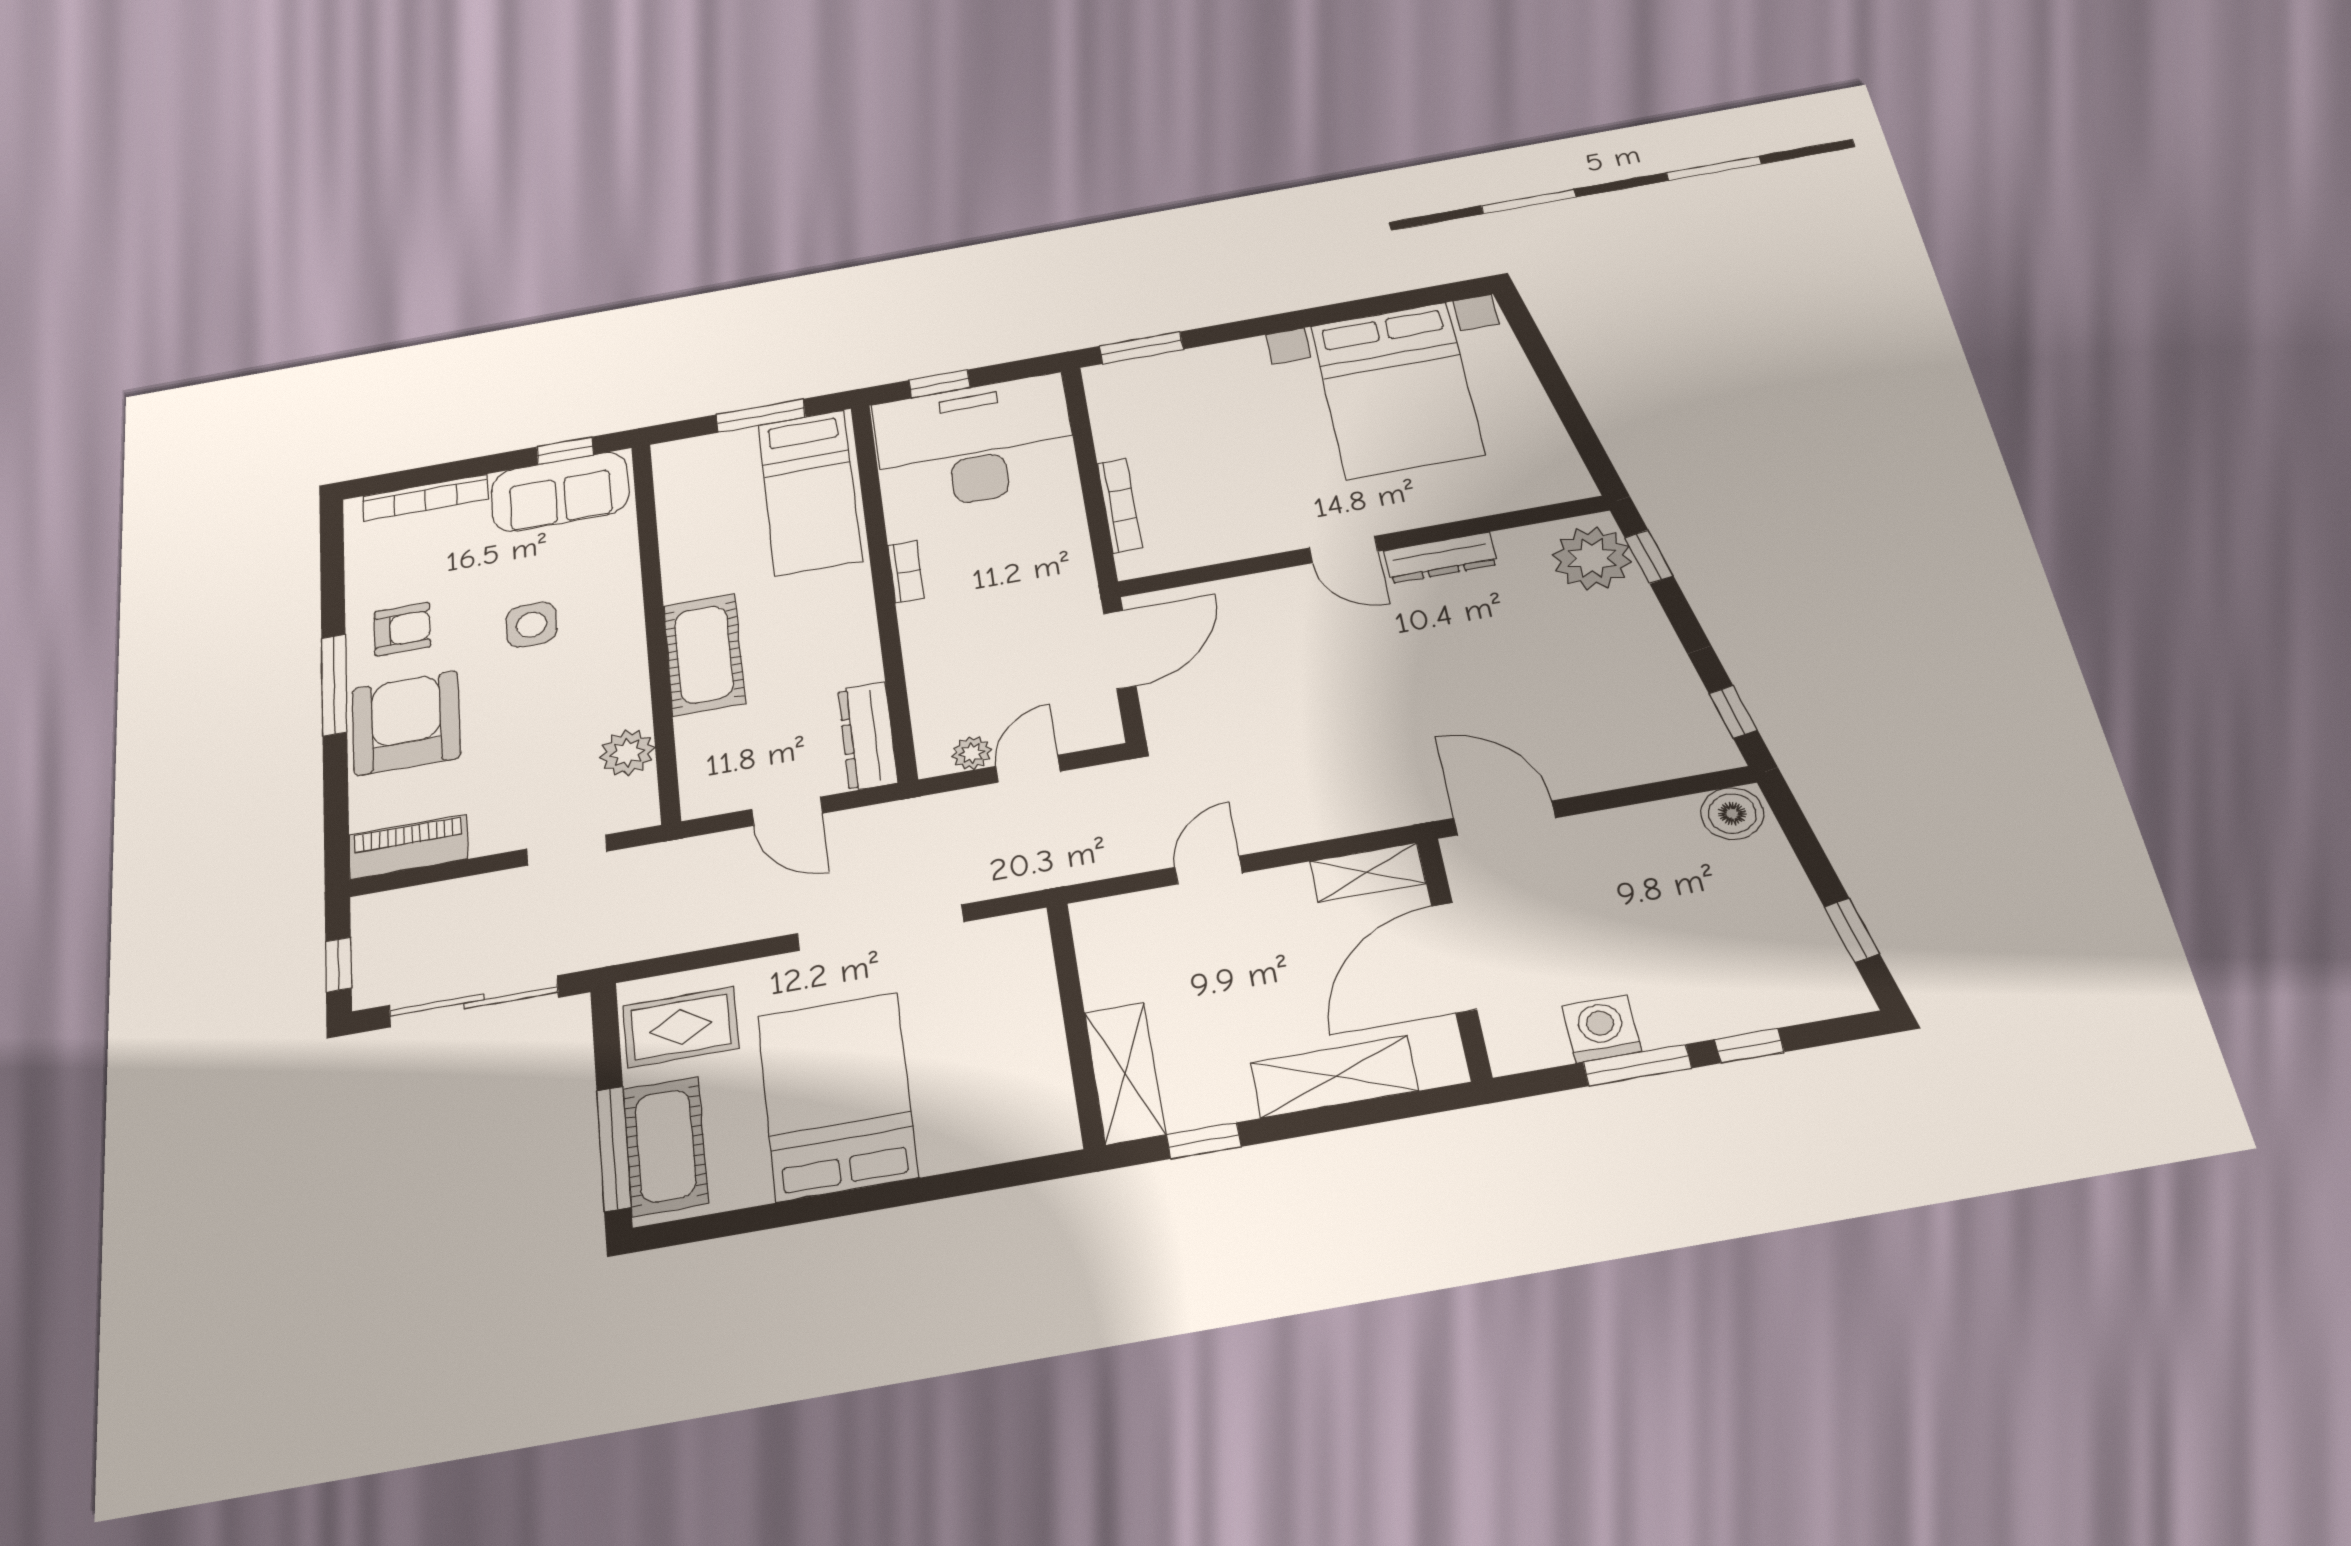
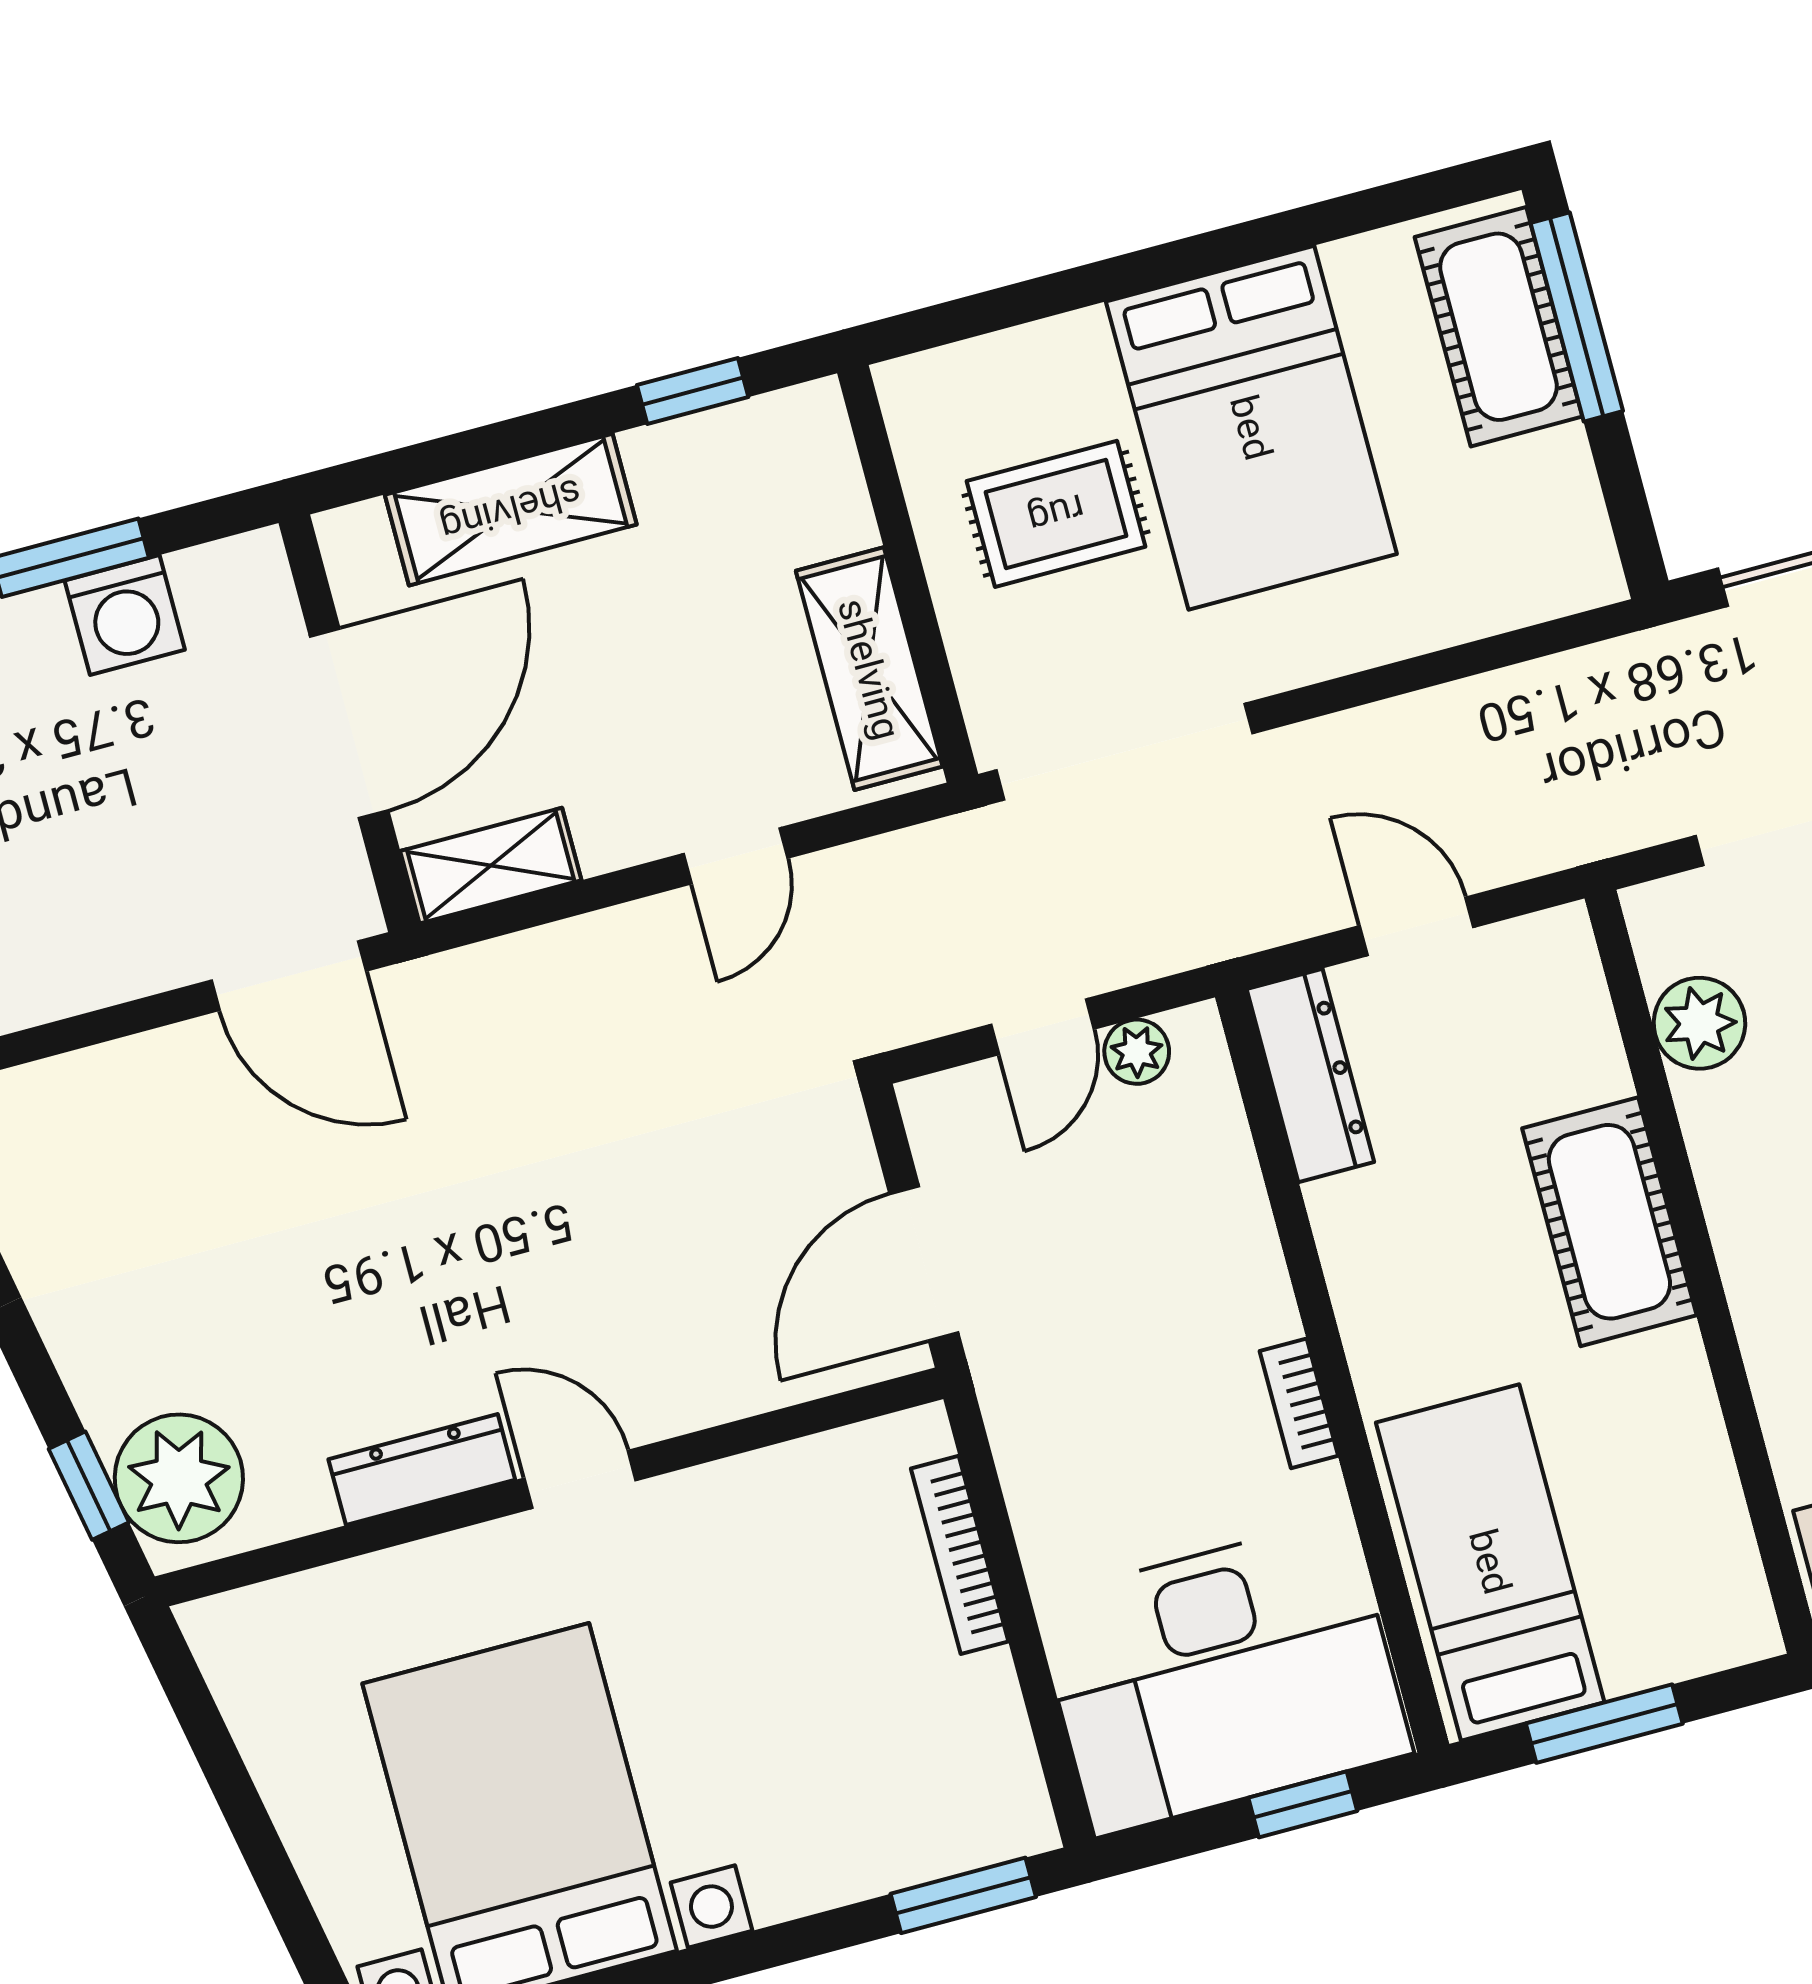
doorway: (880, 928) -> (1124, 752), moved
rug: (681, 1027) -> (1056, 514), moved
shelving: (1125, 1073) -> (869, 669), moved

